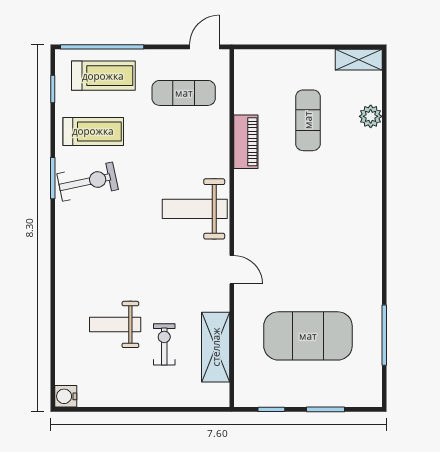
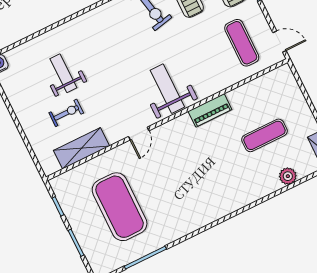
piano: (246, 142) -> (210, 110), moved

